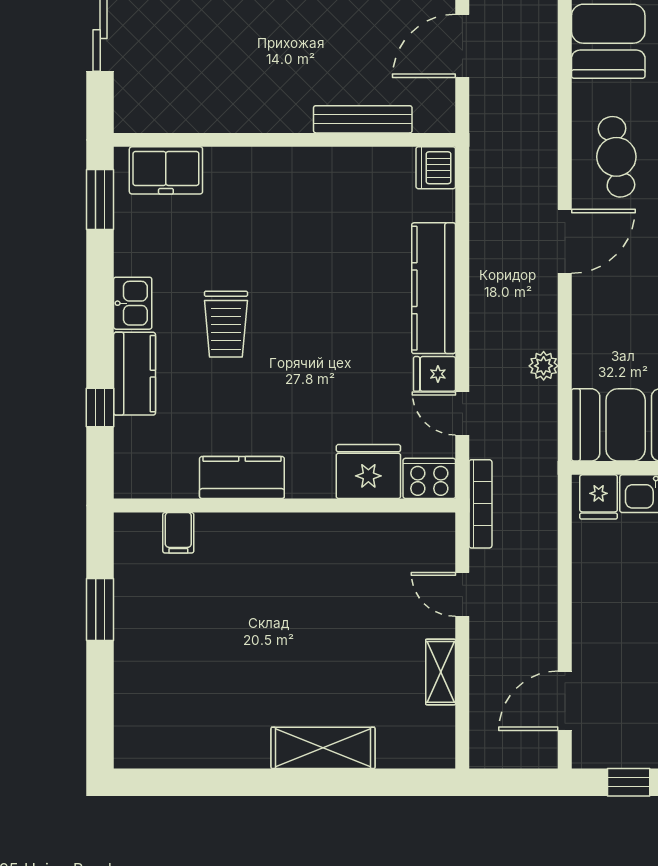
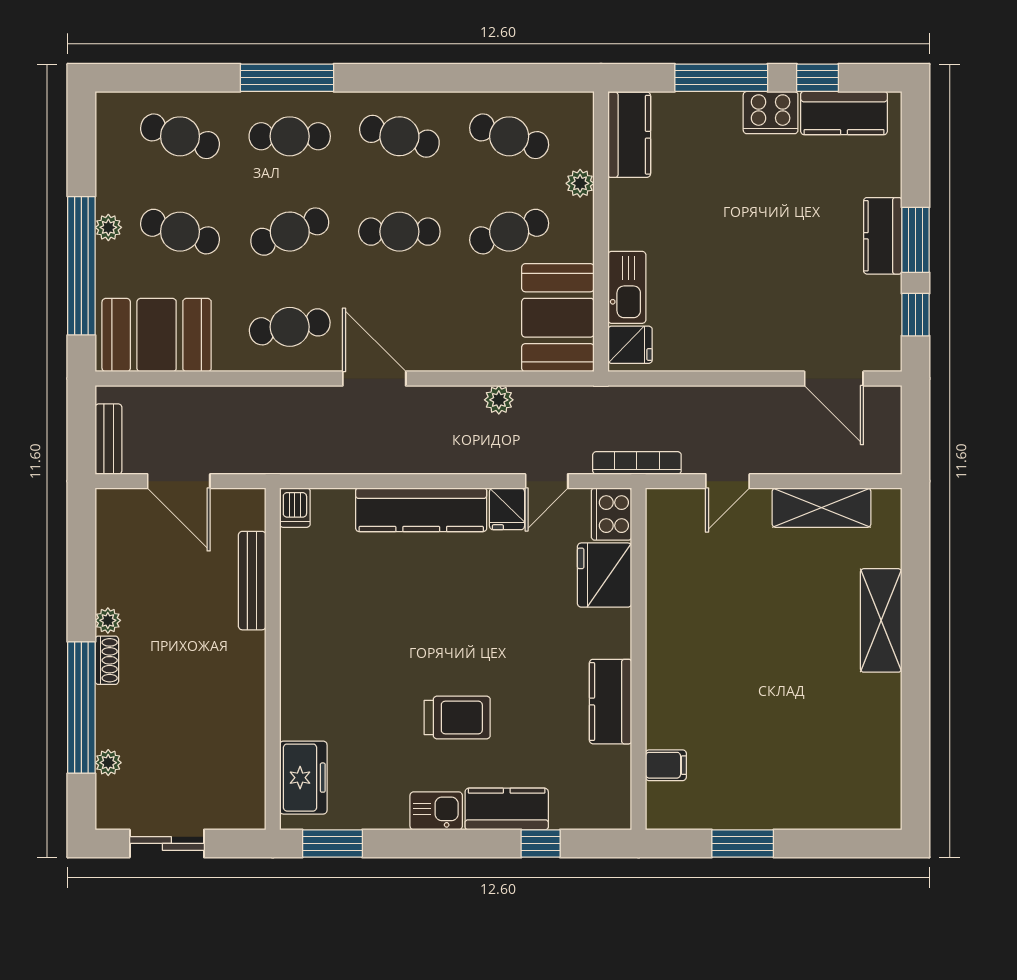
dishwasher: (436, 168) -> (295, 508), width x0.73
shelving: (441, 672) -> (822, 508), width x1.50, depth x1.33

